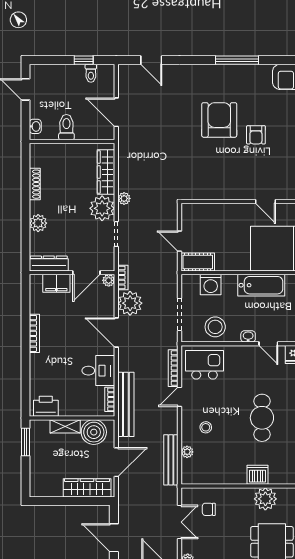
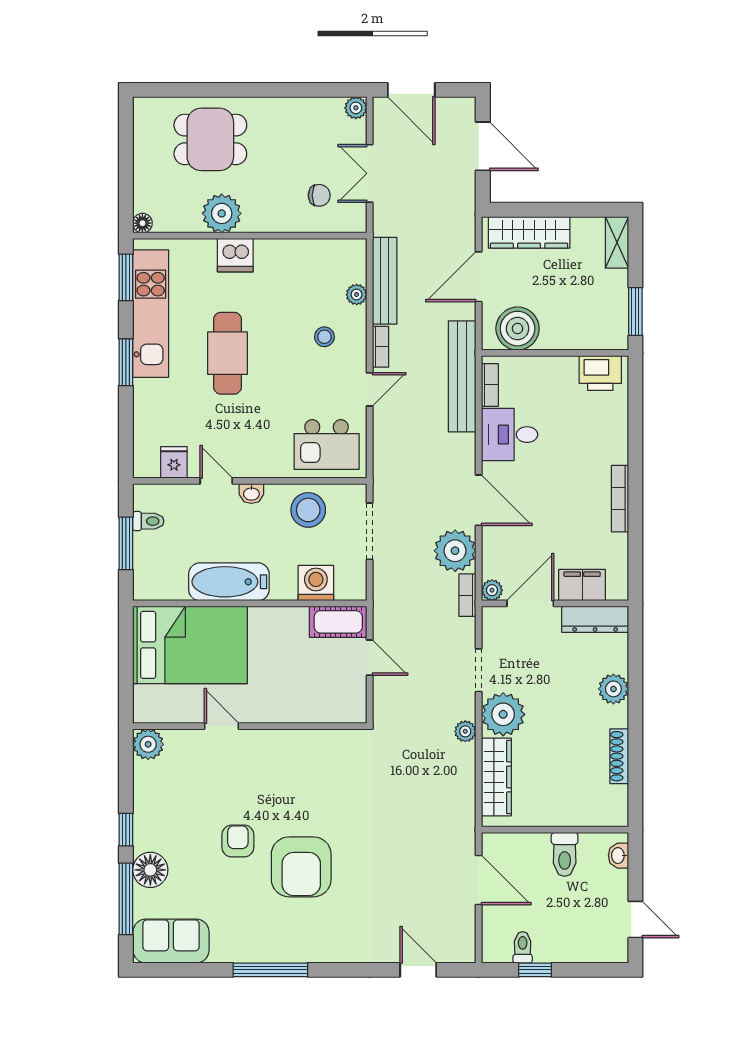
bookcase: (173, 368) -> (381, 347), moved, width x0.64
shelving: (65, 426) -> (617, 242), moved, turned 90

